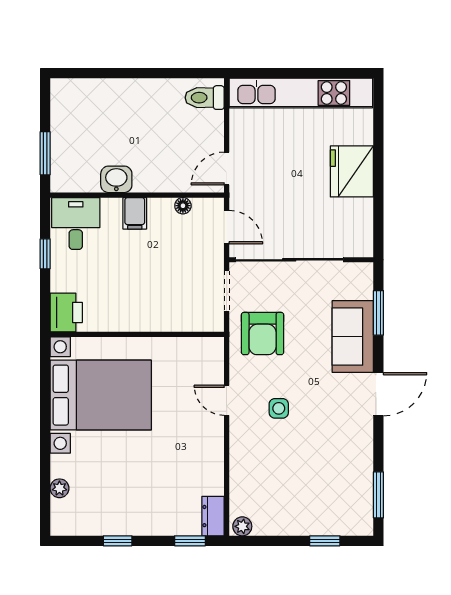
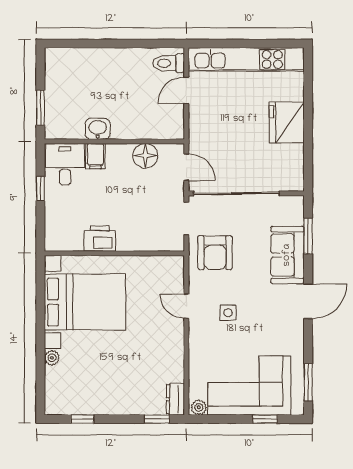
door: (227, 169) -> (186, 90), moved
floor lamp: (183, 206) -> (145, 156), width x1.89, depth x1.89
filing cabinet: (135, 213) -> (95, 156), moved
printer: (66, 312) -> (100, 238), moved, turned -90
plant: (59, 488) -> (52, 358), moved
corner sofa: (305, 499) -> (249, 386), added
window: (118, 541) -> (82, 419), moved

